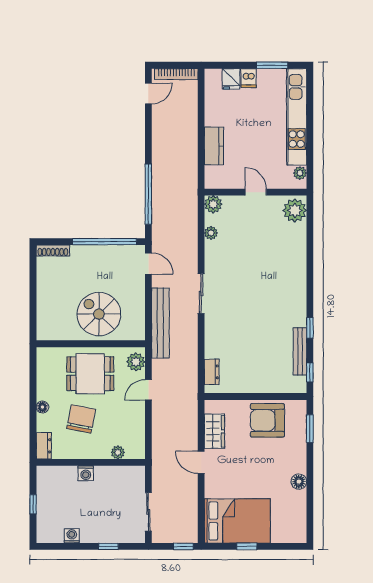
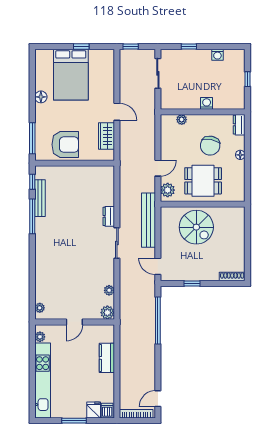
window: (272, 65) -> (74, 421), moved
dishwasher: (249, 78) -> (107, 411), moved
door: (256, 192) -> (74, 322), hinge flipped
plant: (295, 210) -> (40, 308), width x0.53, depth x0.53
window: (104, 242) -> (192, 284), width x0.32
window: (310, 328) -> (32, 216), width x2.17
dresser: (212, 372) -> (109, 216), moved
window: (310, 428) -> (32, 138), width x1.44
bed: (237, 521) -> (71, 75), moved, turned -90

